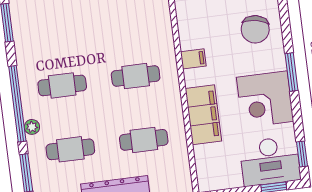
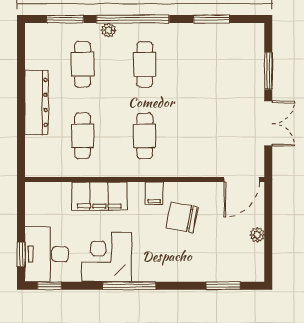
chair: (255, 29) -> (182, 217), moved
window: (291, 72) -> (129, 286), width x1.44

